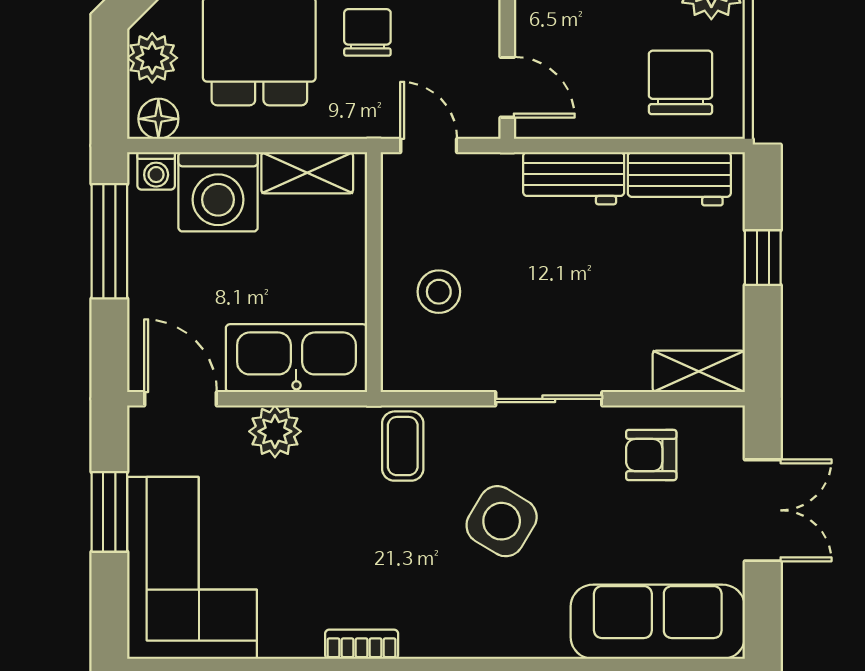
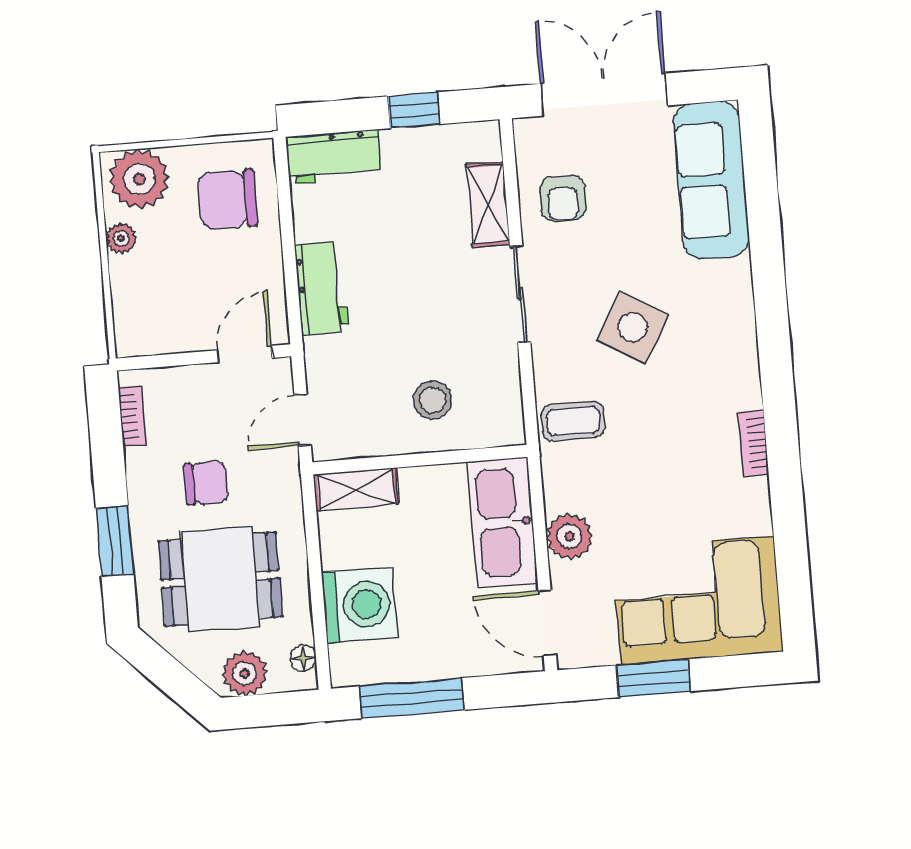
chair: (367, 32) -> (206, 483), turned 180
floor lamp: (158, 119) -> (303, 658), width x0.73, depth x0.73
washing machine: (156, 171) -> (345, 662), removed
shelving: (307, 173) -> (356, 489), moved, turned 90
workbench: (679, 179) -> (333, 157), moved, turned 90
window: (763, 258) -> (413, 110), moved
shelving: (699, 371) -> (488, 205), moved
door: (181, 399) -> (547, 623), hinge flipped
double door: (763, 510) -> (604, 95), width x1.37

